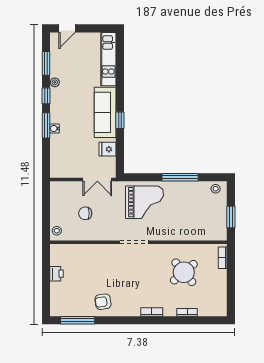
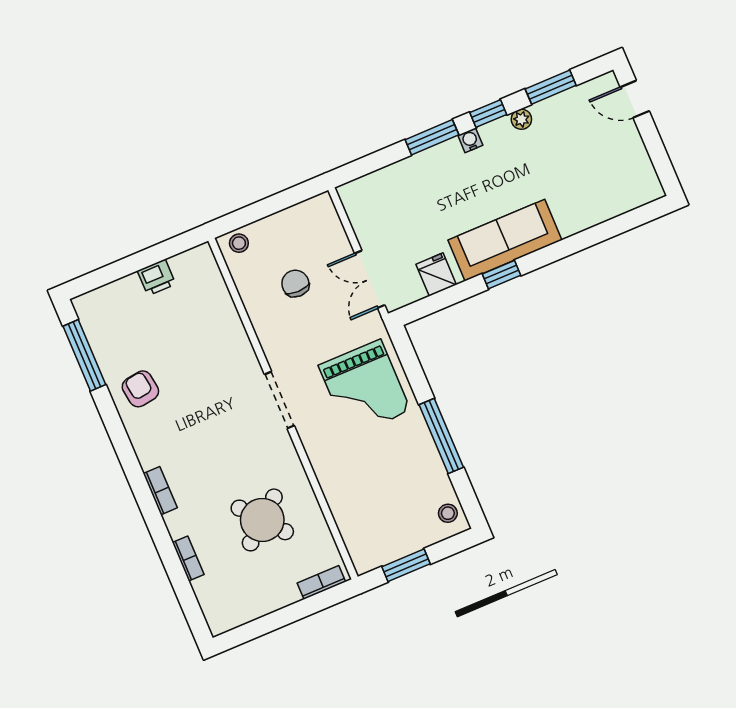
kitchen unit: (108, 59) -> (609, 203), removed
water cooler: (55, 129) -> (470, 140), moved

